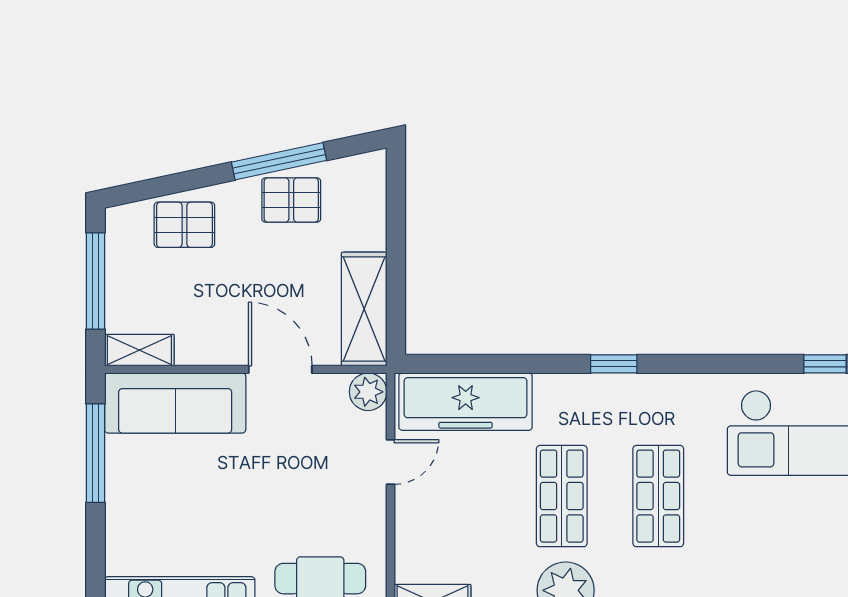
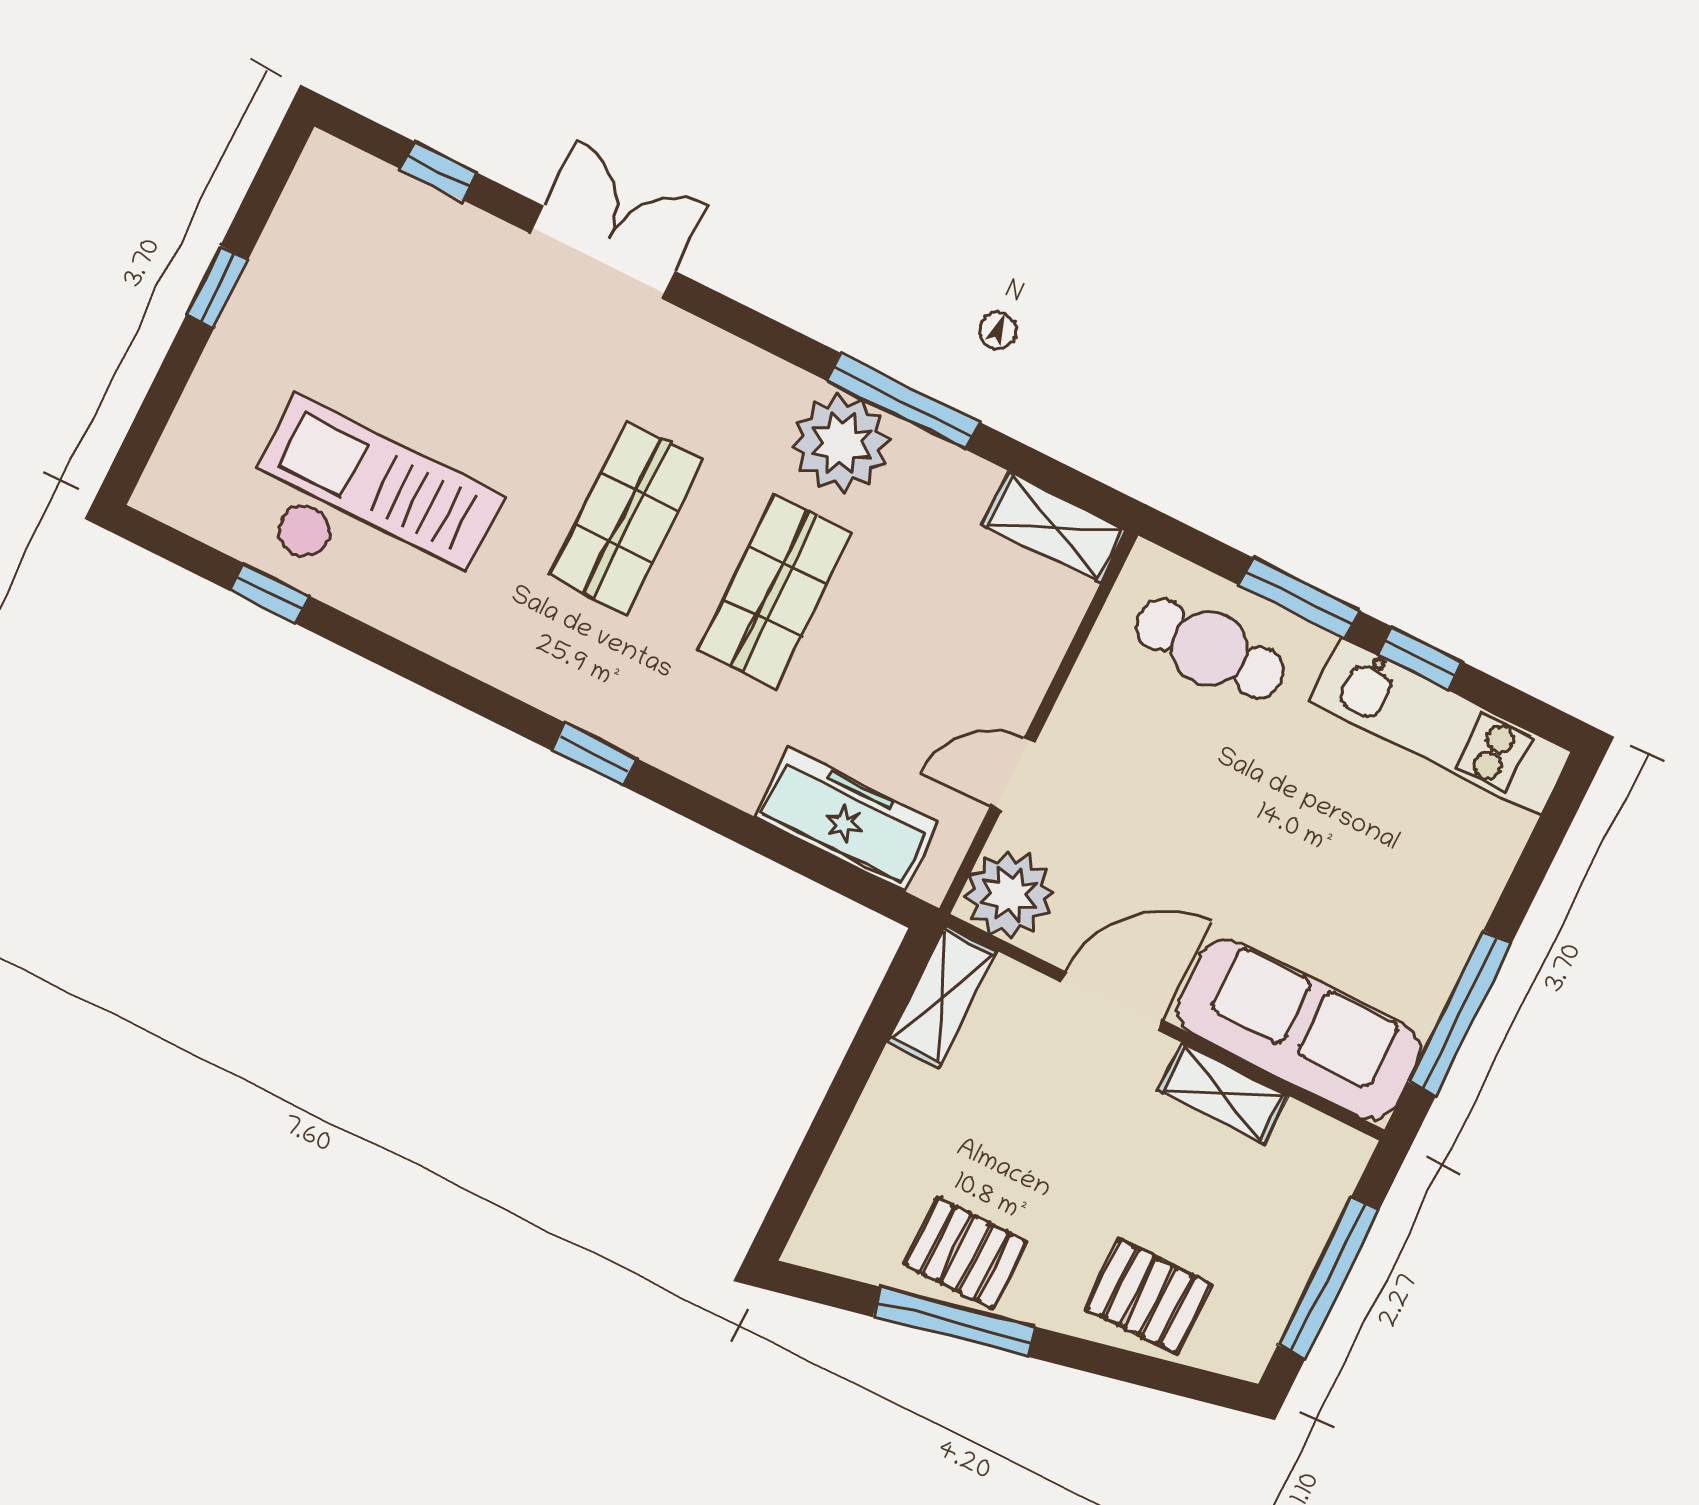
shelving: (364, 309) -> (942, 996), width x0.67, depth x0.75
shelving: (139, 350) -> (1223, 1093), moved
door: (280, 369) -> (1111, 1001), swing flipped
plant: (368, 392) -> (1009, 894), width x1.36, depth x1.36
freezer: (466, 402) -> (847, 819), width x0.73, depth x0.79

